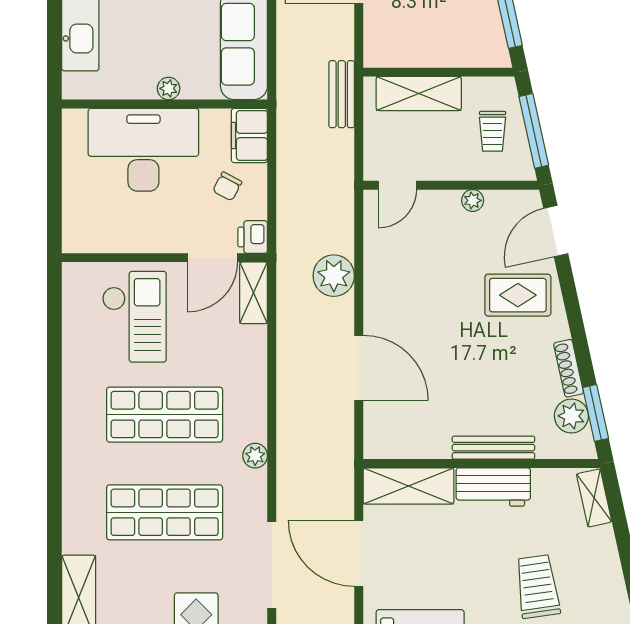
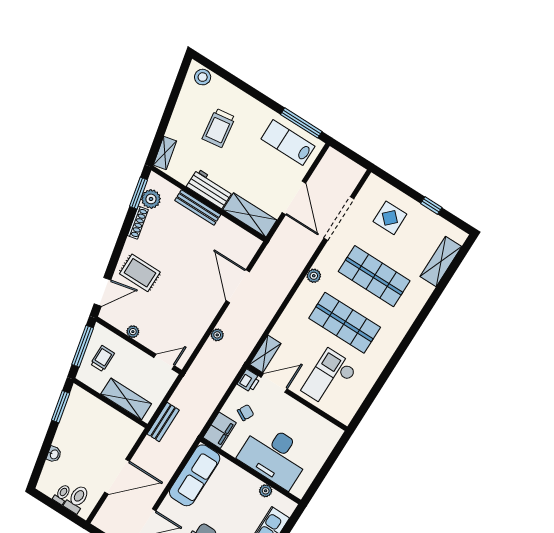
plant: (169, 88) -> (266, 491), moved
plant: (334, 276) -> (217, 335), width x0.53, depth x0.53

